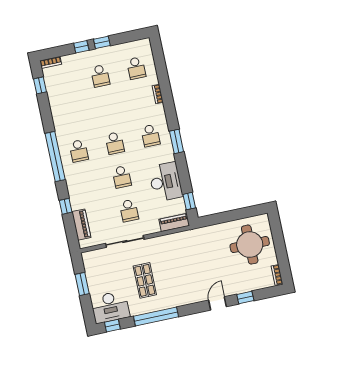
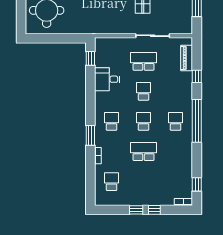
school desk: (100, 76) -> (144, 152), moved, width x1.85
window: (177, 141) -> (90, 135), moved
desk: (166, 182) -> (107, 79), width x0.73
school desk: (129, 211) -> (144, 61), width x1.85
piano: (174, 222) -> (107, 43), removed

